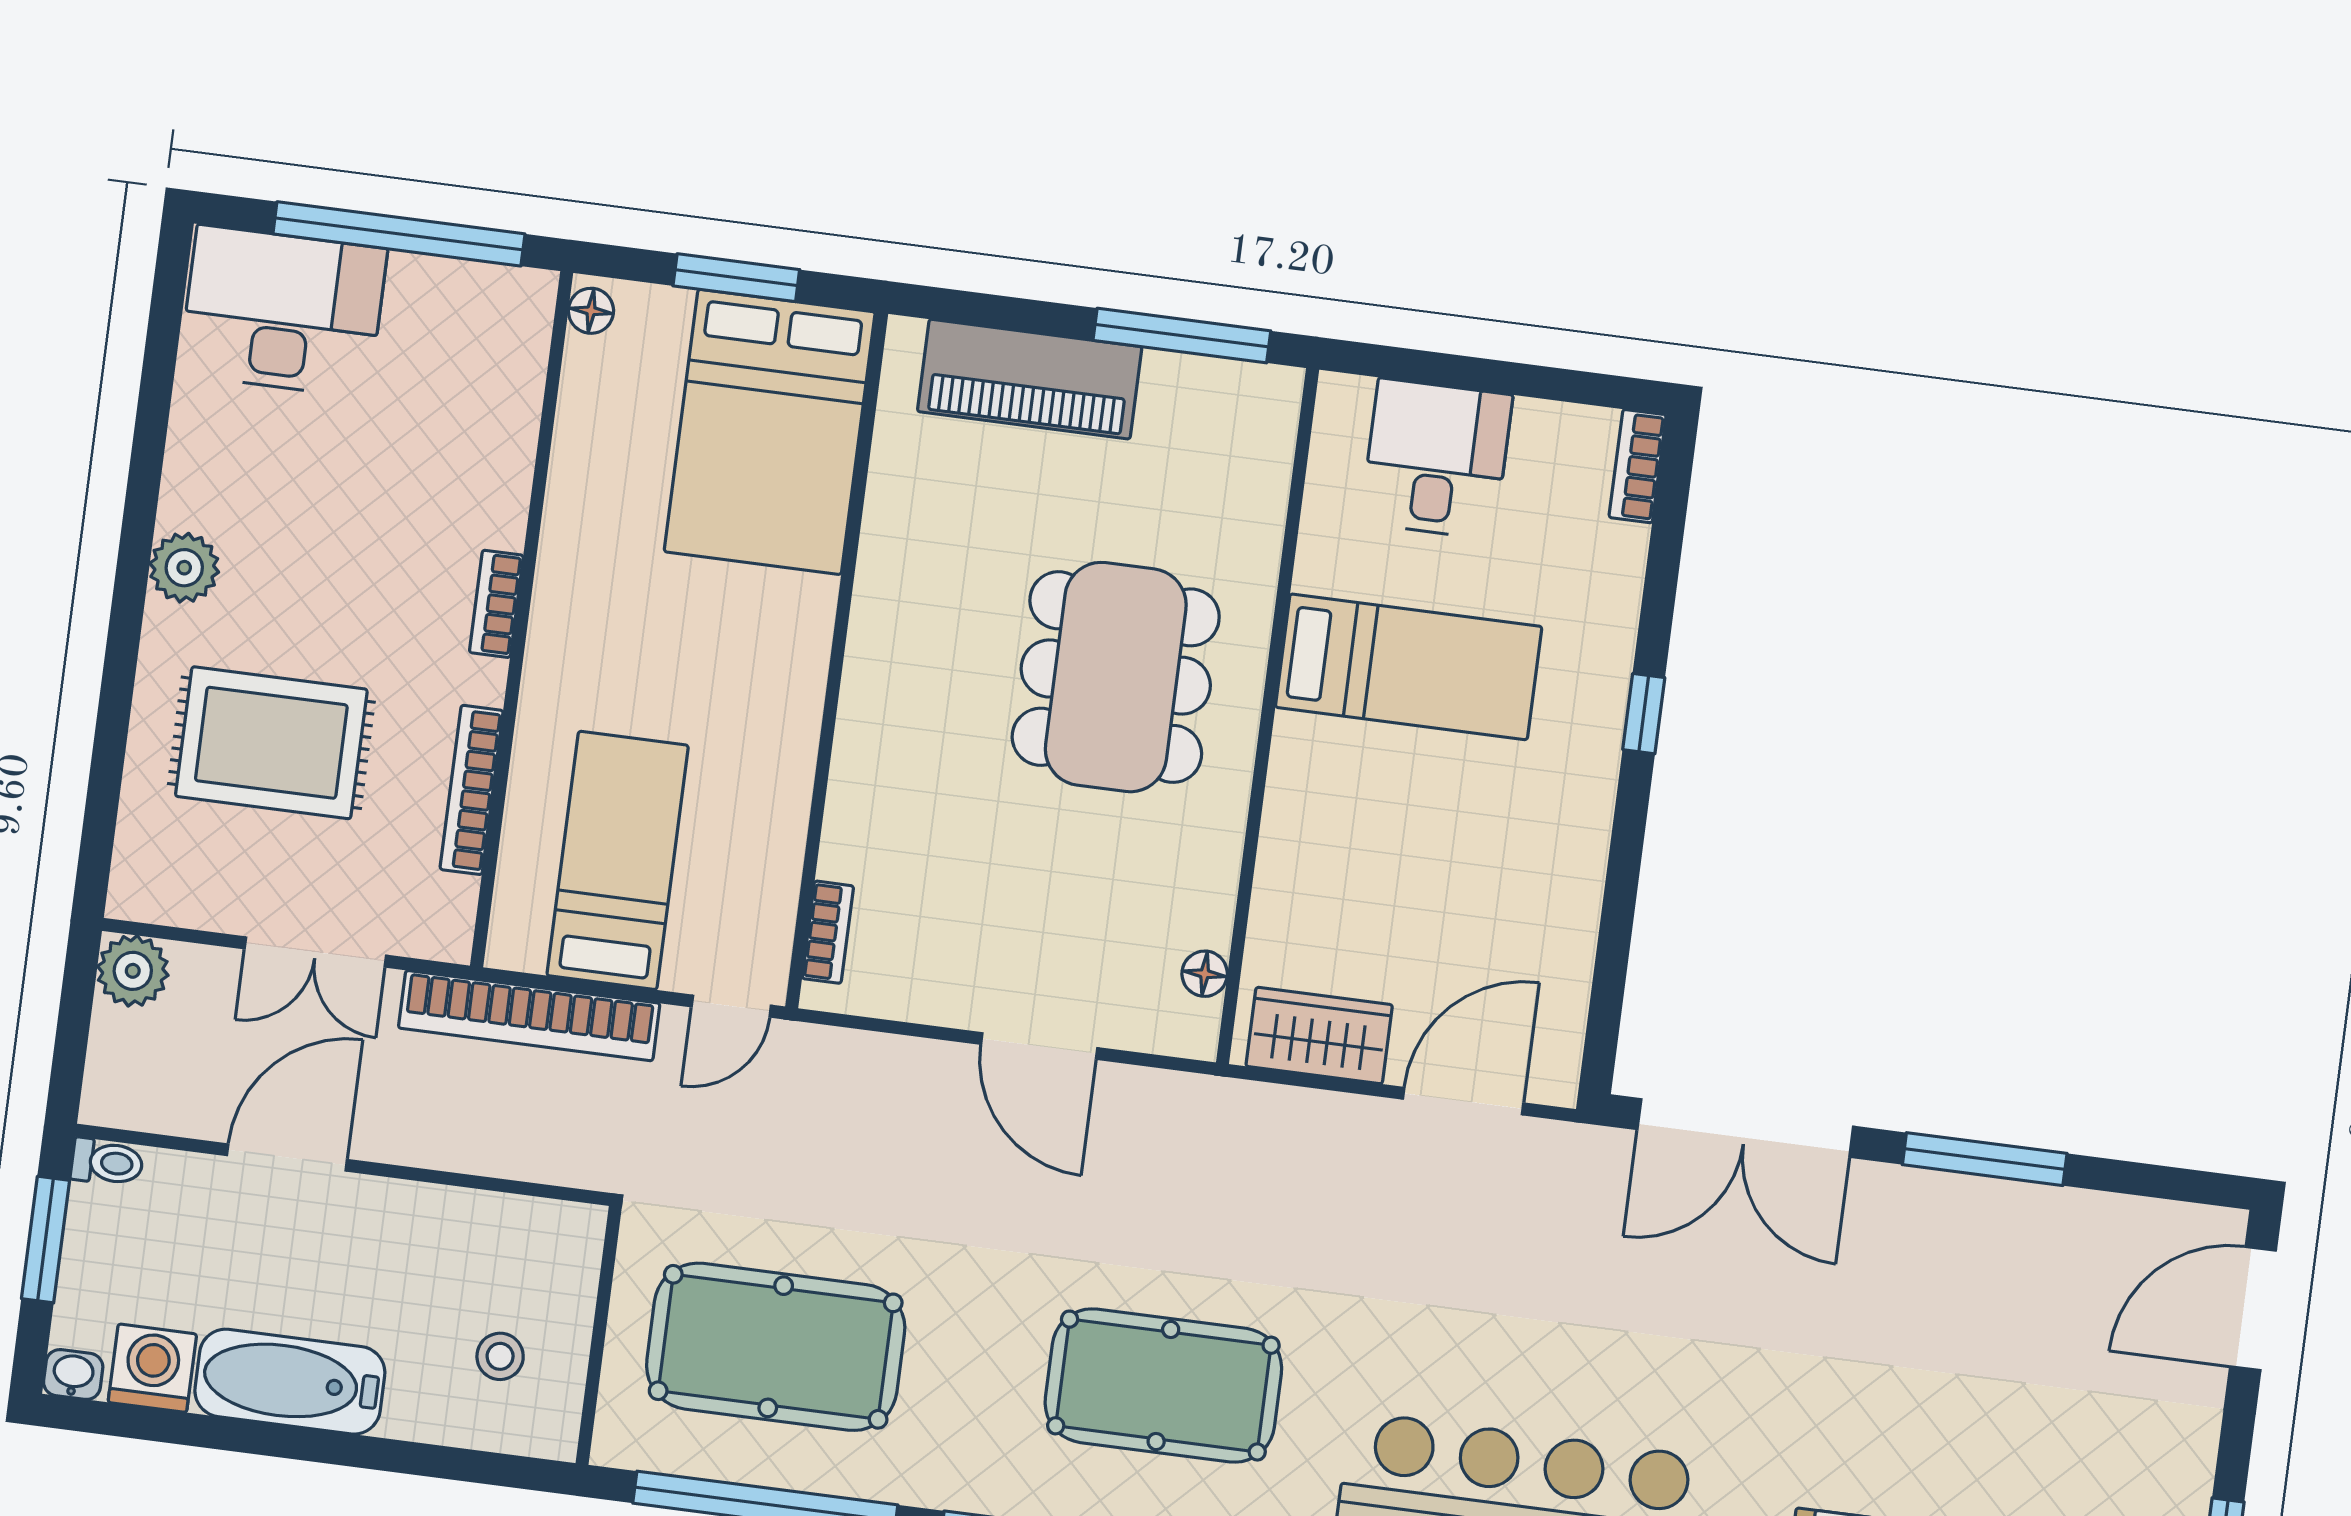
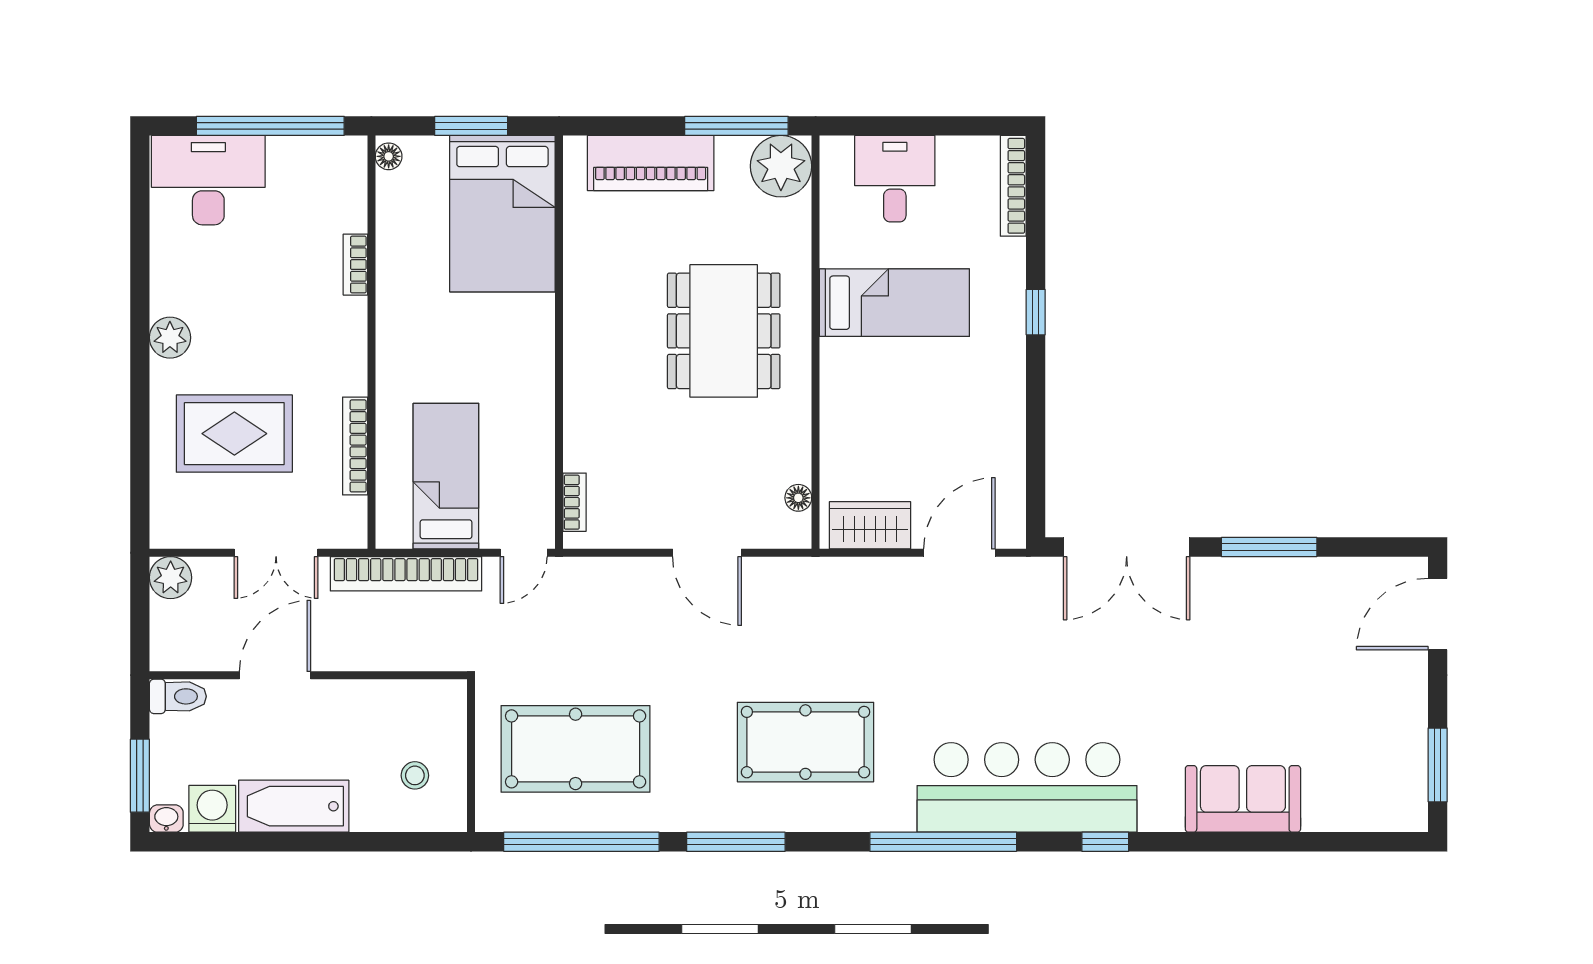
plant: (1248, 413) -> (781, 166), added
bookcase: (1638, 466) -> (1013, 186), width x1.56
bookcase: (496, 604) -> (355, 265), moved
toilet: (107, 1162) -> (178, 696), width x1.37, depth x1.39
window: (46, 1240) -> (140, 776), moved

